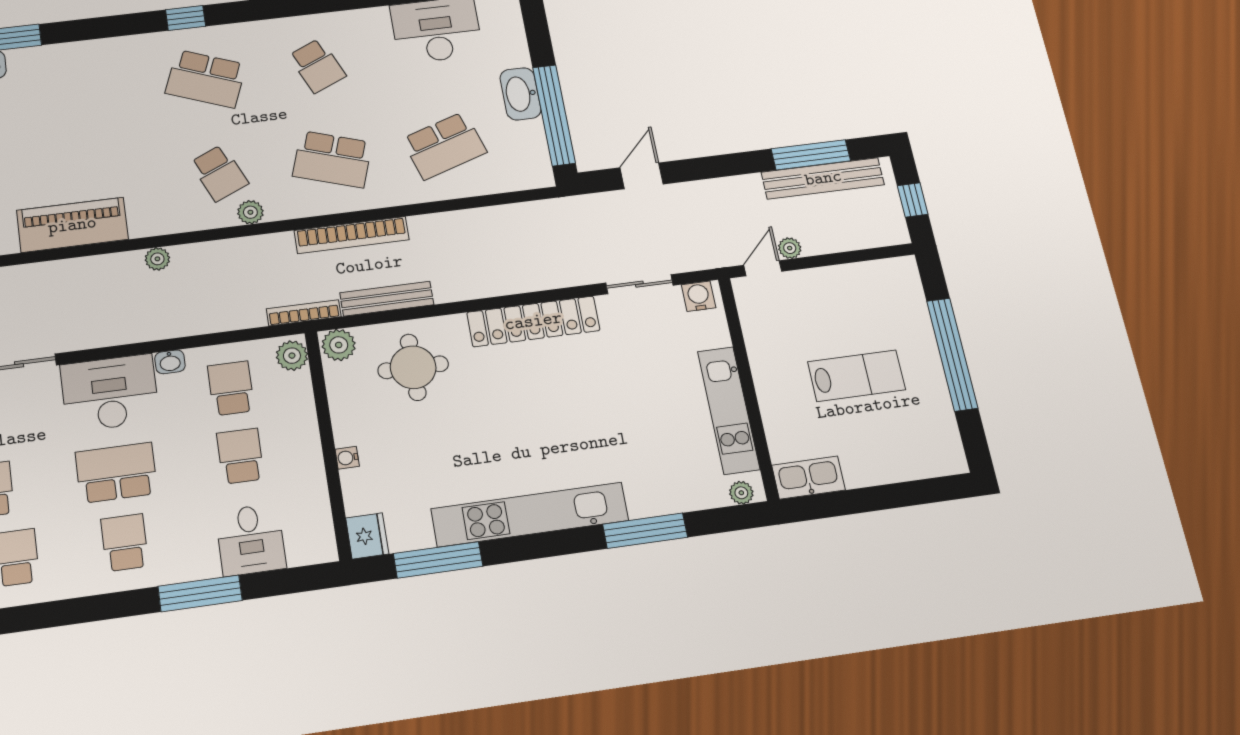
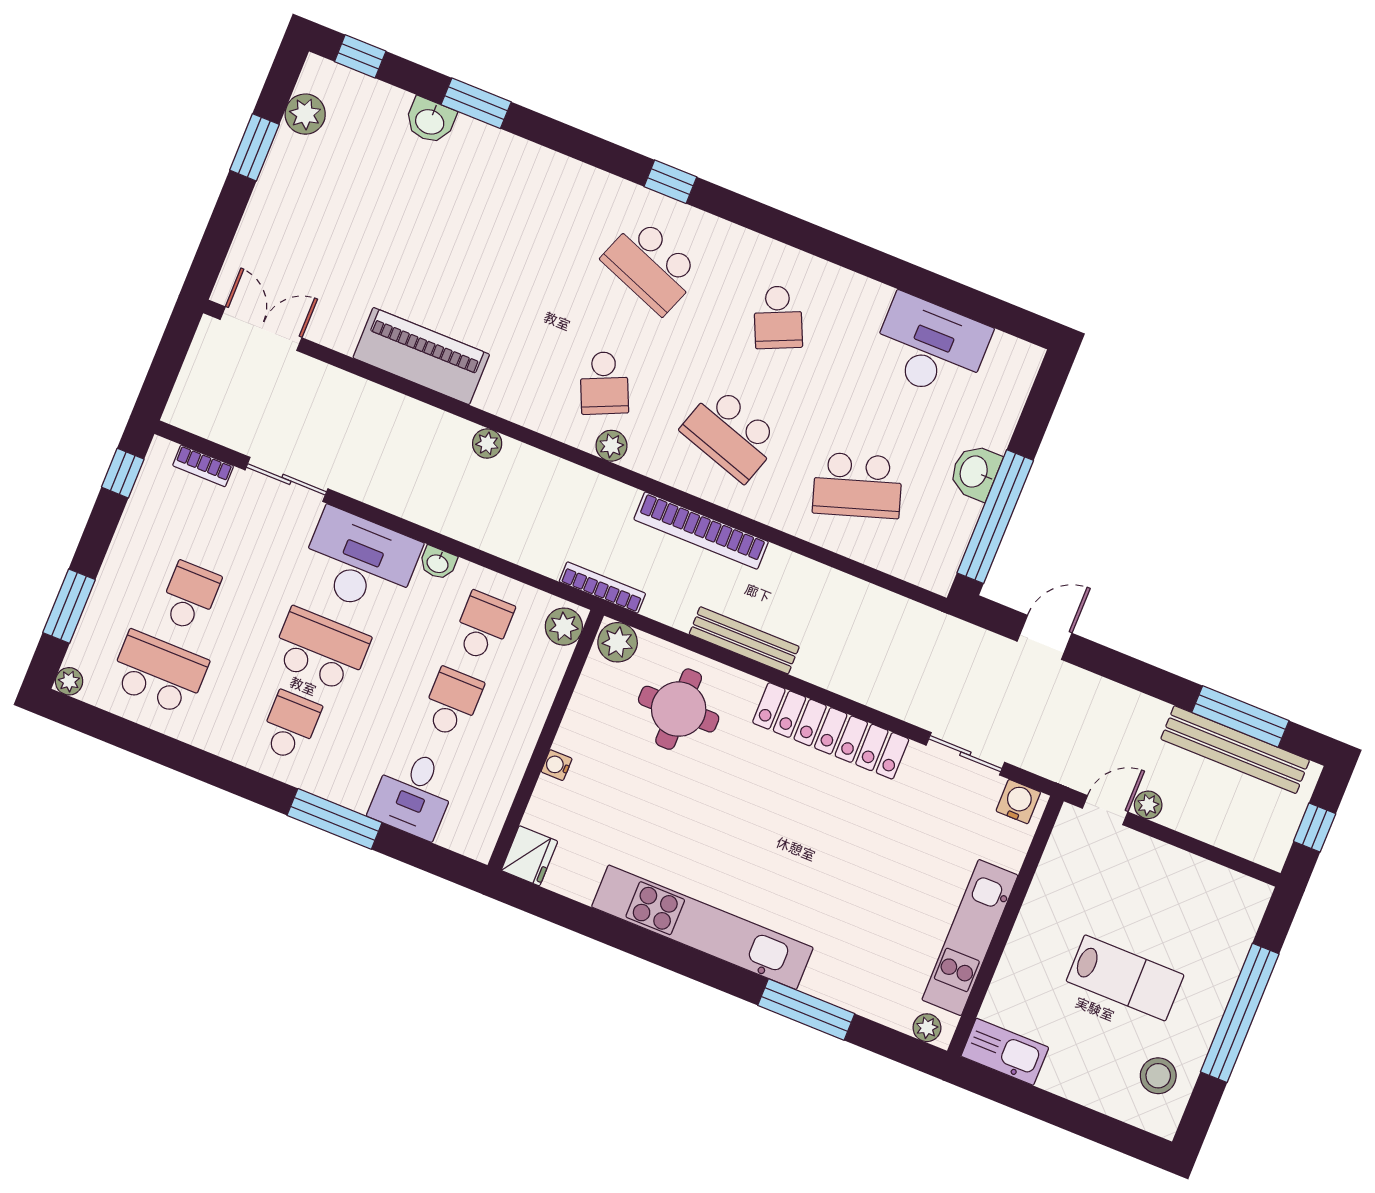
washbasin: (520, 94) -> (975, 472), width x0.72
bench: (387, 299) -> (744, 640), moved
stool: (927, 431) -> (1158, 1076), added
window: (438, 560) -> (584, 920), removed

